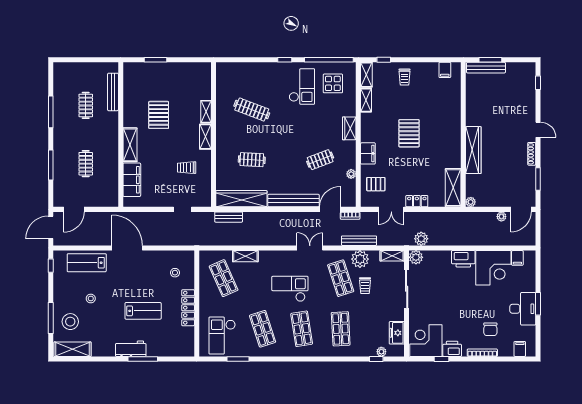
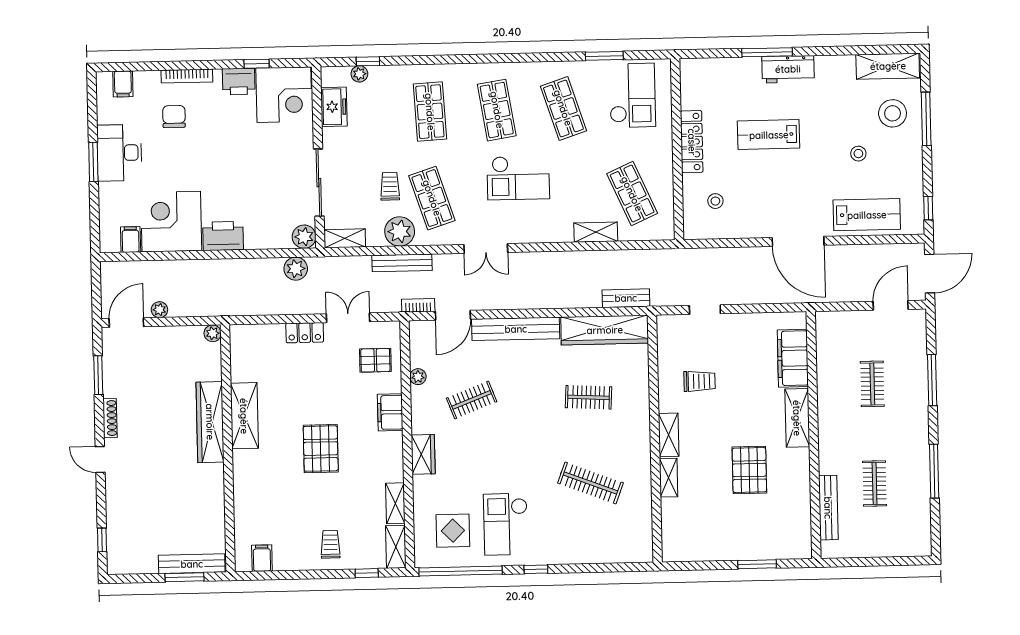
shelving: (453, 188) -> (244, 416), moved

